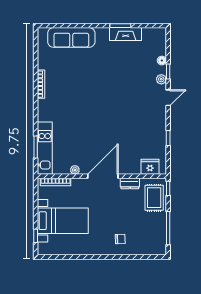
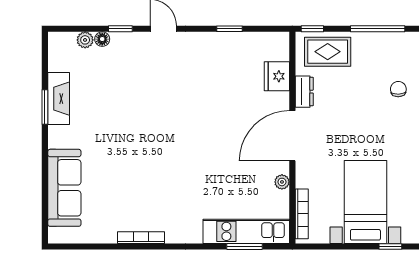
plant: (161, 79) -> (85, 40), moved
fridge: (150, 167) -> (277, 76), moved
door: (103, 176) -> (292, 136), hinge flipped
chair: (120, 239) -> (398, 89), moved

